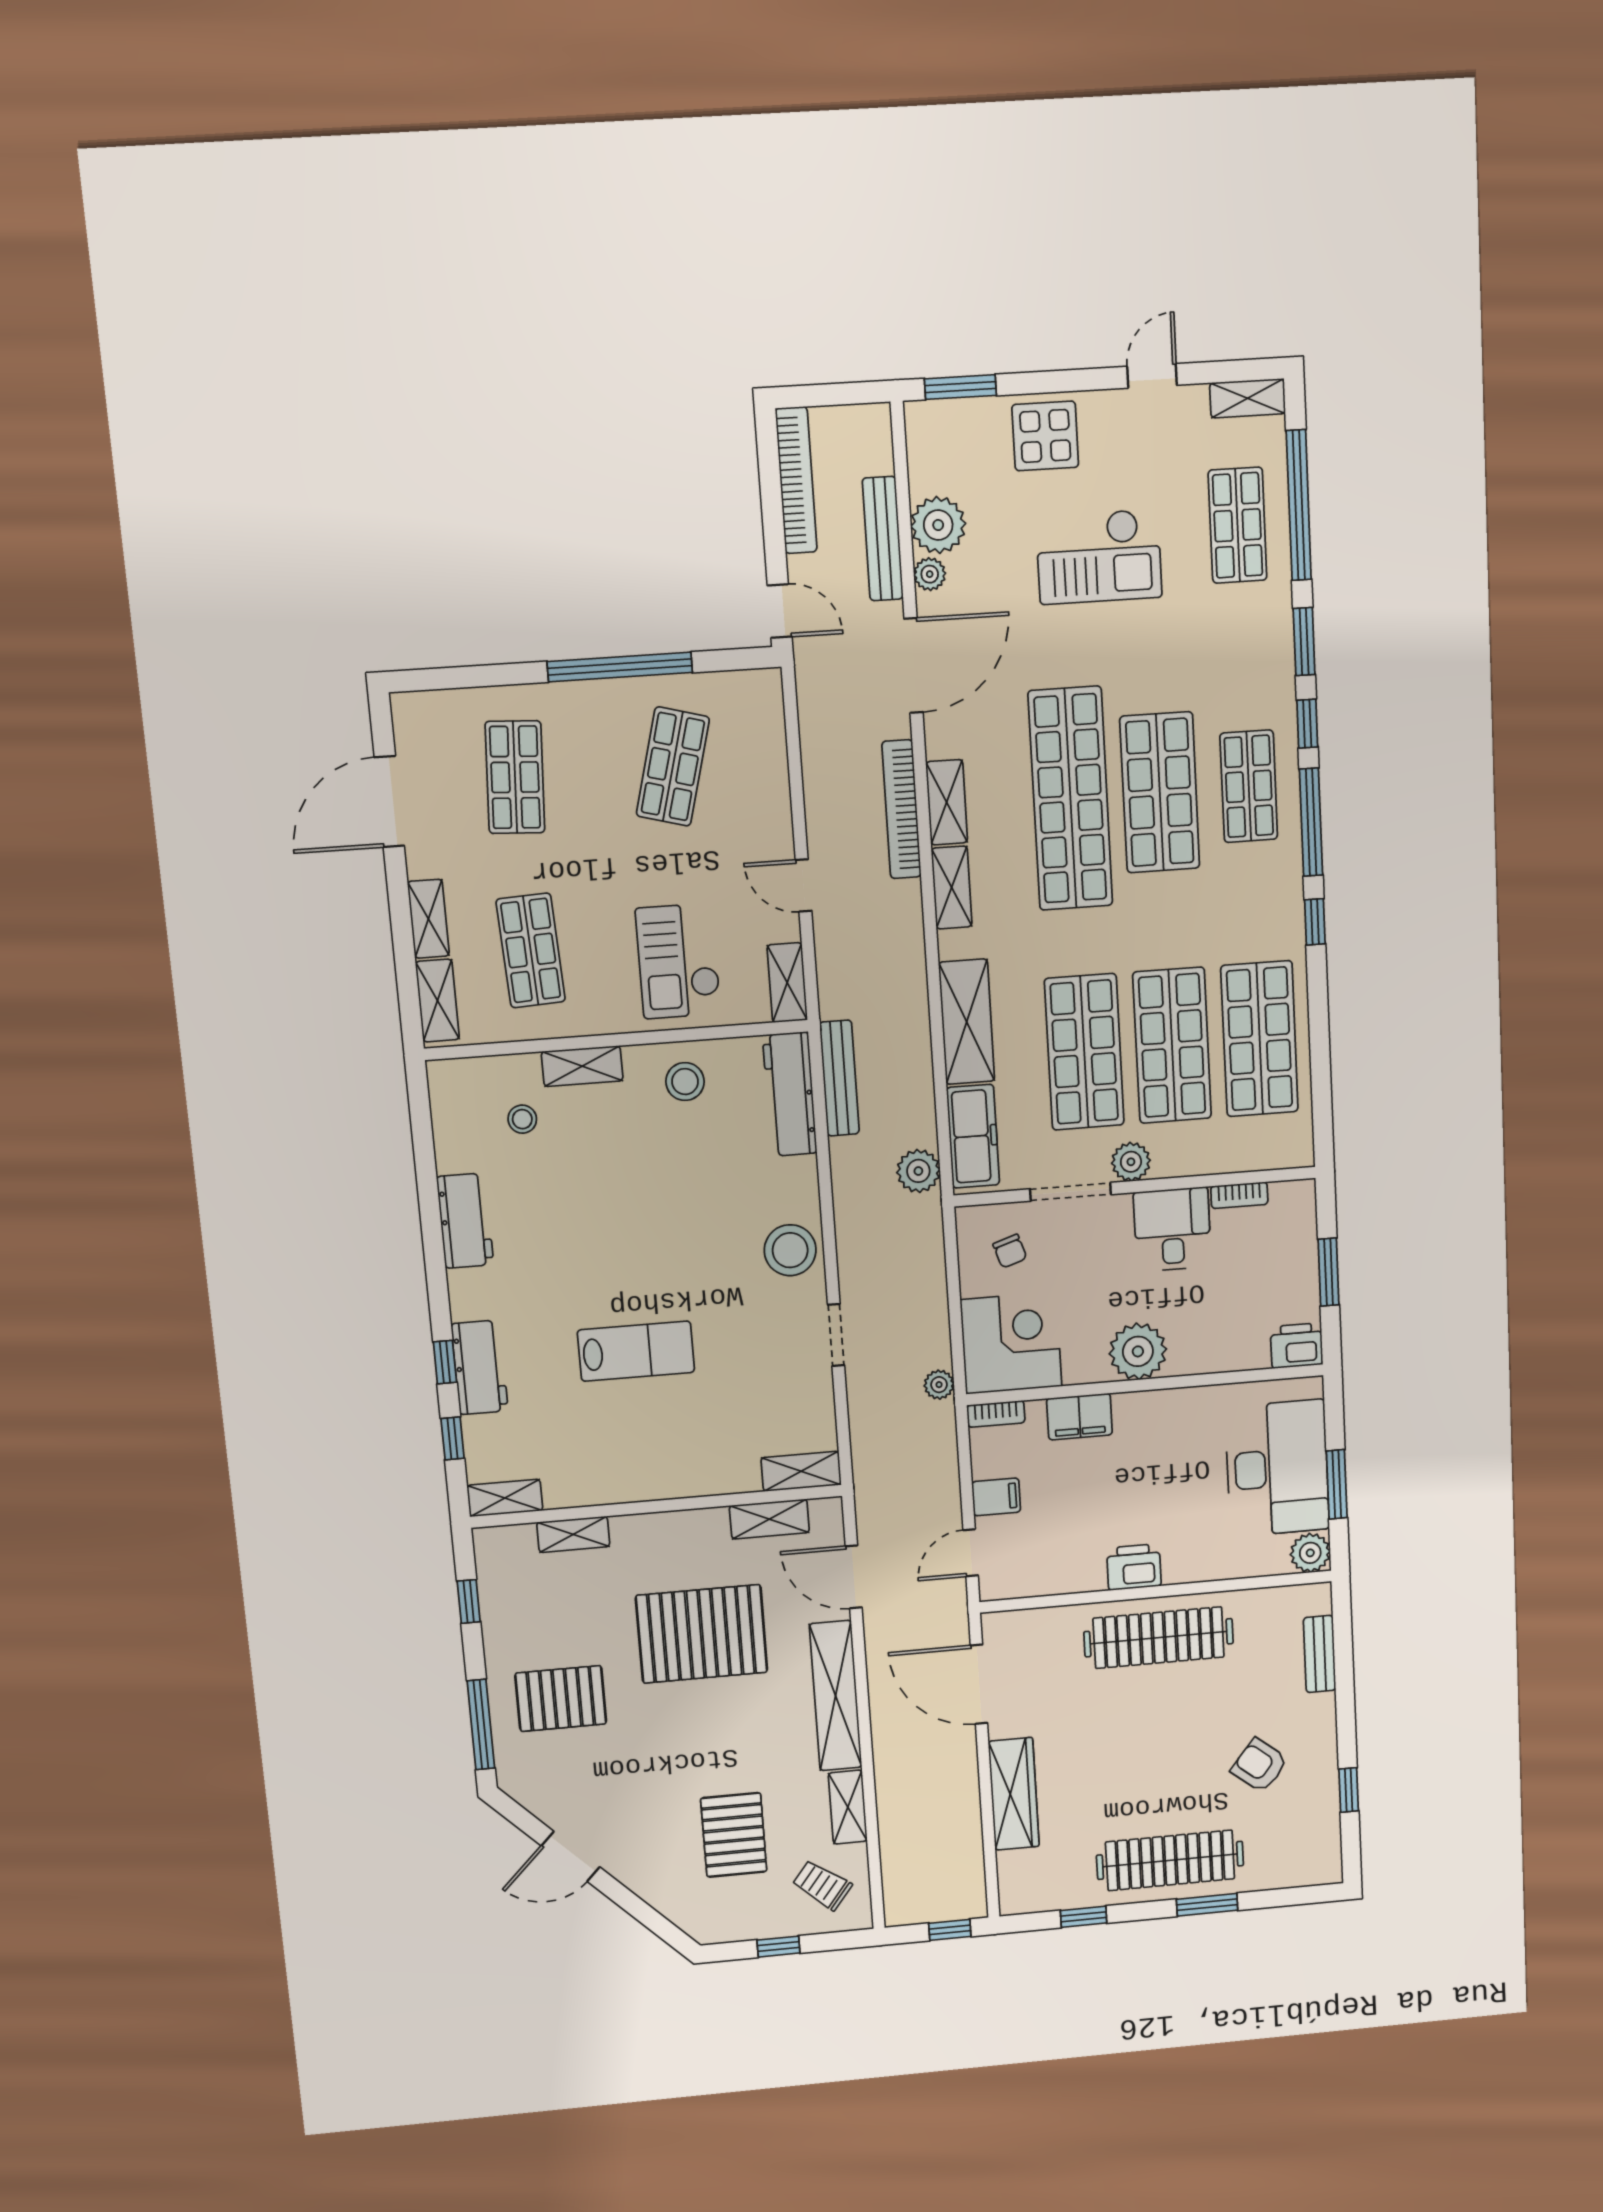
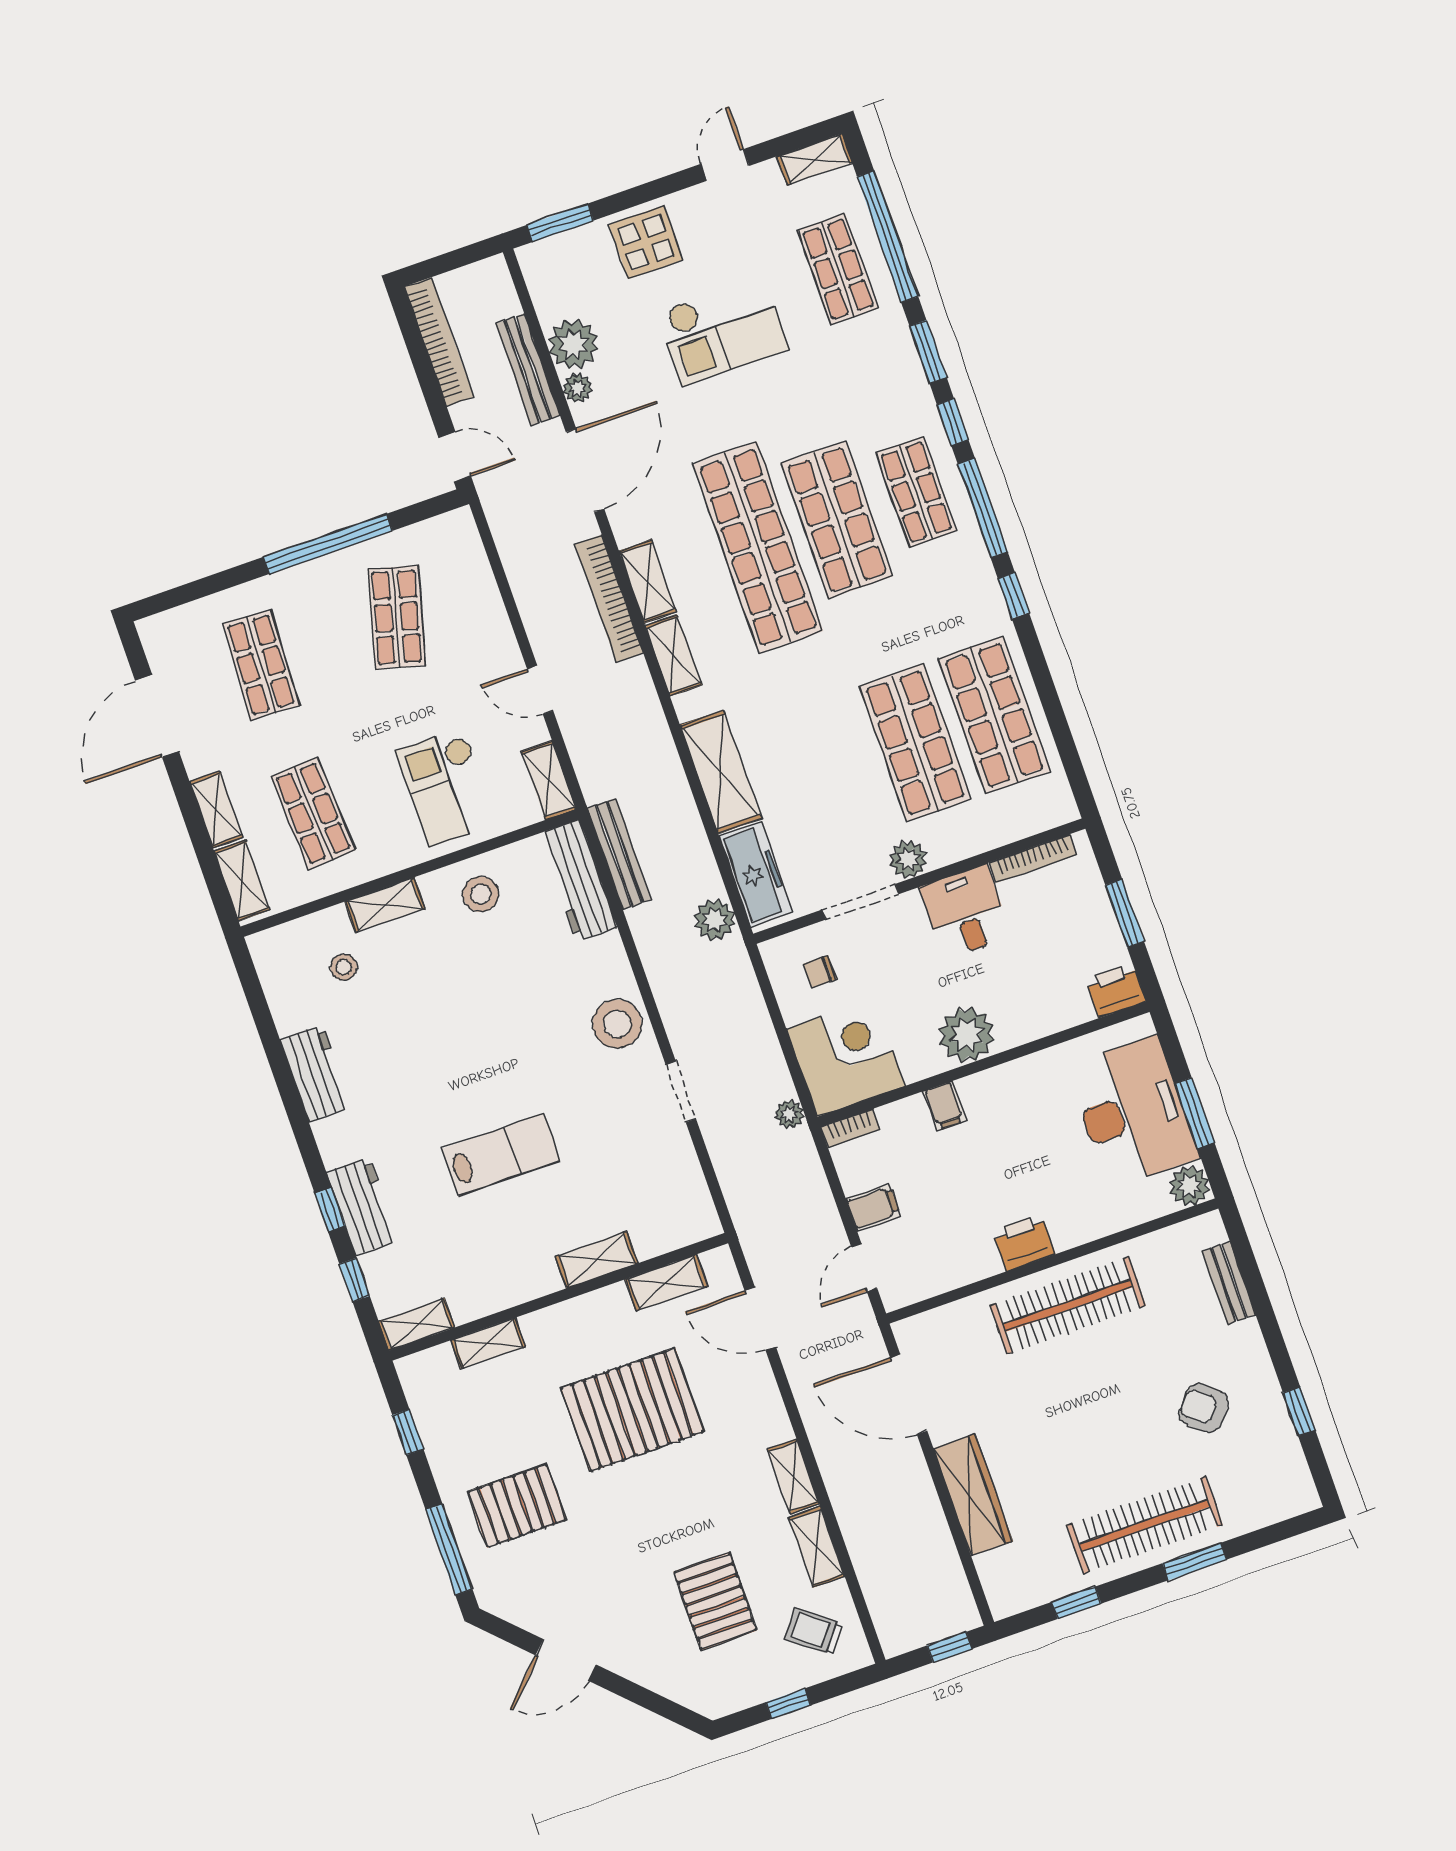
shop shelf: (1084, 1052) -> (836, 770), removed
bookcase: (1239, 1195) -> (1033, 859), width x1.56
chair: (1010, 1251) -> (820, 972), turned 108
filing cabinet: (1079, 1417) -> (945, 1106), width x0.50
shelving: (801, 1471) -> (597, 1260), moved
shelving: (836, 1696) -> (793, 1476), width x0.45, depth x0.75

